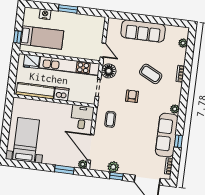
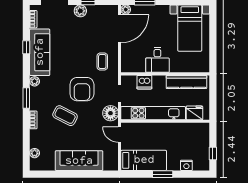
window: (17, 37) -> (213, 153), moved
bed: (42, 38) -> (144, 160), moved, turned 180
dishwasher: (61, 94) -> (144, 82), moved
window: (184, 95) -> (26, 98), added
armchair: (132, 96) -> (82, 89), width x1.88, depth x1.88
desk: (82, 117) -> (157, 60), moved
door: (91, 147) -> (120, 29), hinge flipped
plant: (113, 167) -> (80, 11), moved

